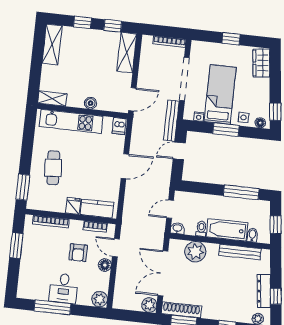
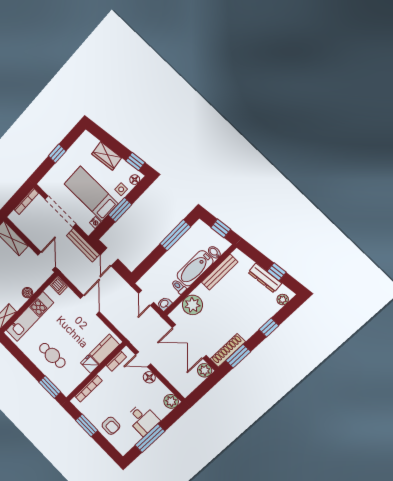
wardrobe: (261, 63) -> (107, 156), moved
armchair: (78, 253) -> (111, 426), moved

